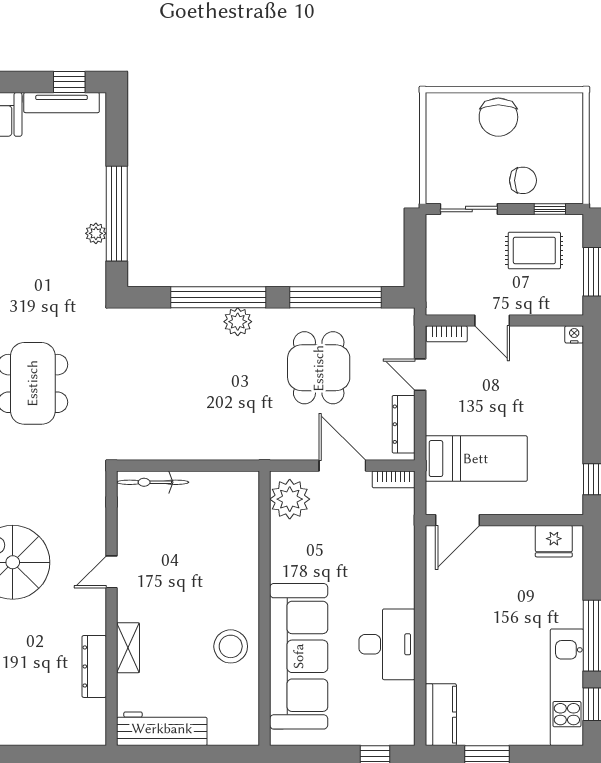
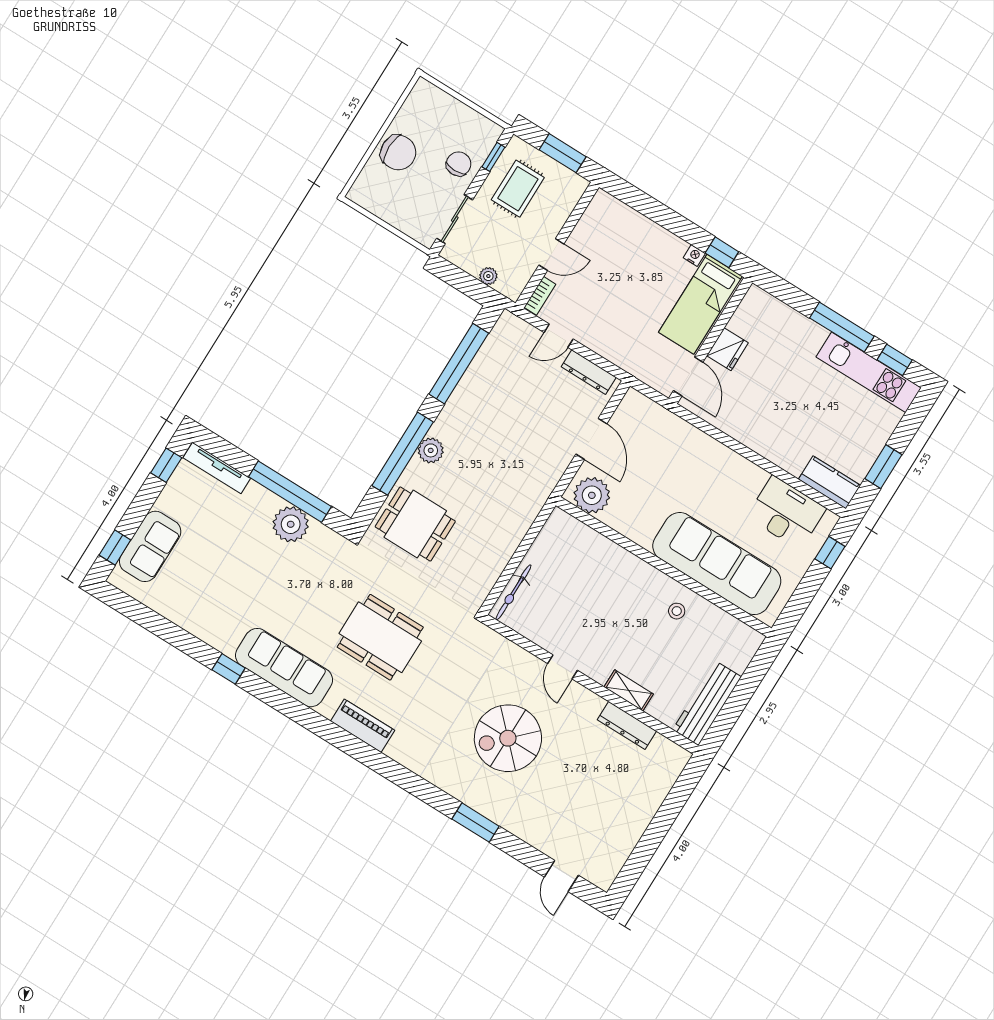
tv unit: (62, 103) -> (217, 468), moved, turned 90
plant: (96, 233) -> (291, 524), width x1.87, depth x1.87
plant: (435, 274) -> (488, 276), added
nightstand: (574, 334) -> (694, 256), moved, turned 90
dining table: (319, 368) -> (415, 524), moved
bed: (476, 459) -> (700, 304), moved, turned 180
door: (342, 466) -> (591, 439), swing flipped
bookcase: (394, 479) -> (626, 406), removed
fridge: (554, 541) -> (728, 349), moved
desk: (387, 644) -> (786, 513), moved
stool: (231, 646) -> (677, 611), width x0.53, depth x0.53

